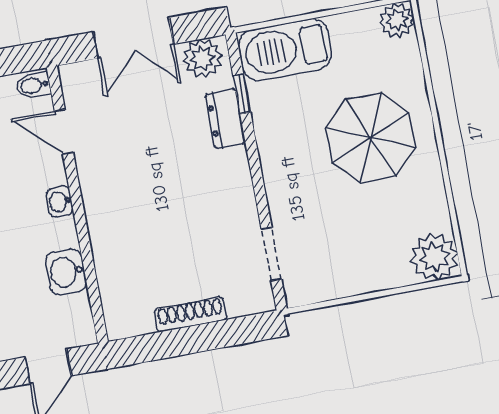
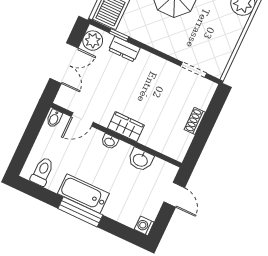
wardrobe: (102, 210) -> (126, 127), added
shoe rack: (190, 314) -> (195, 121), width x0.70

